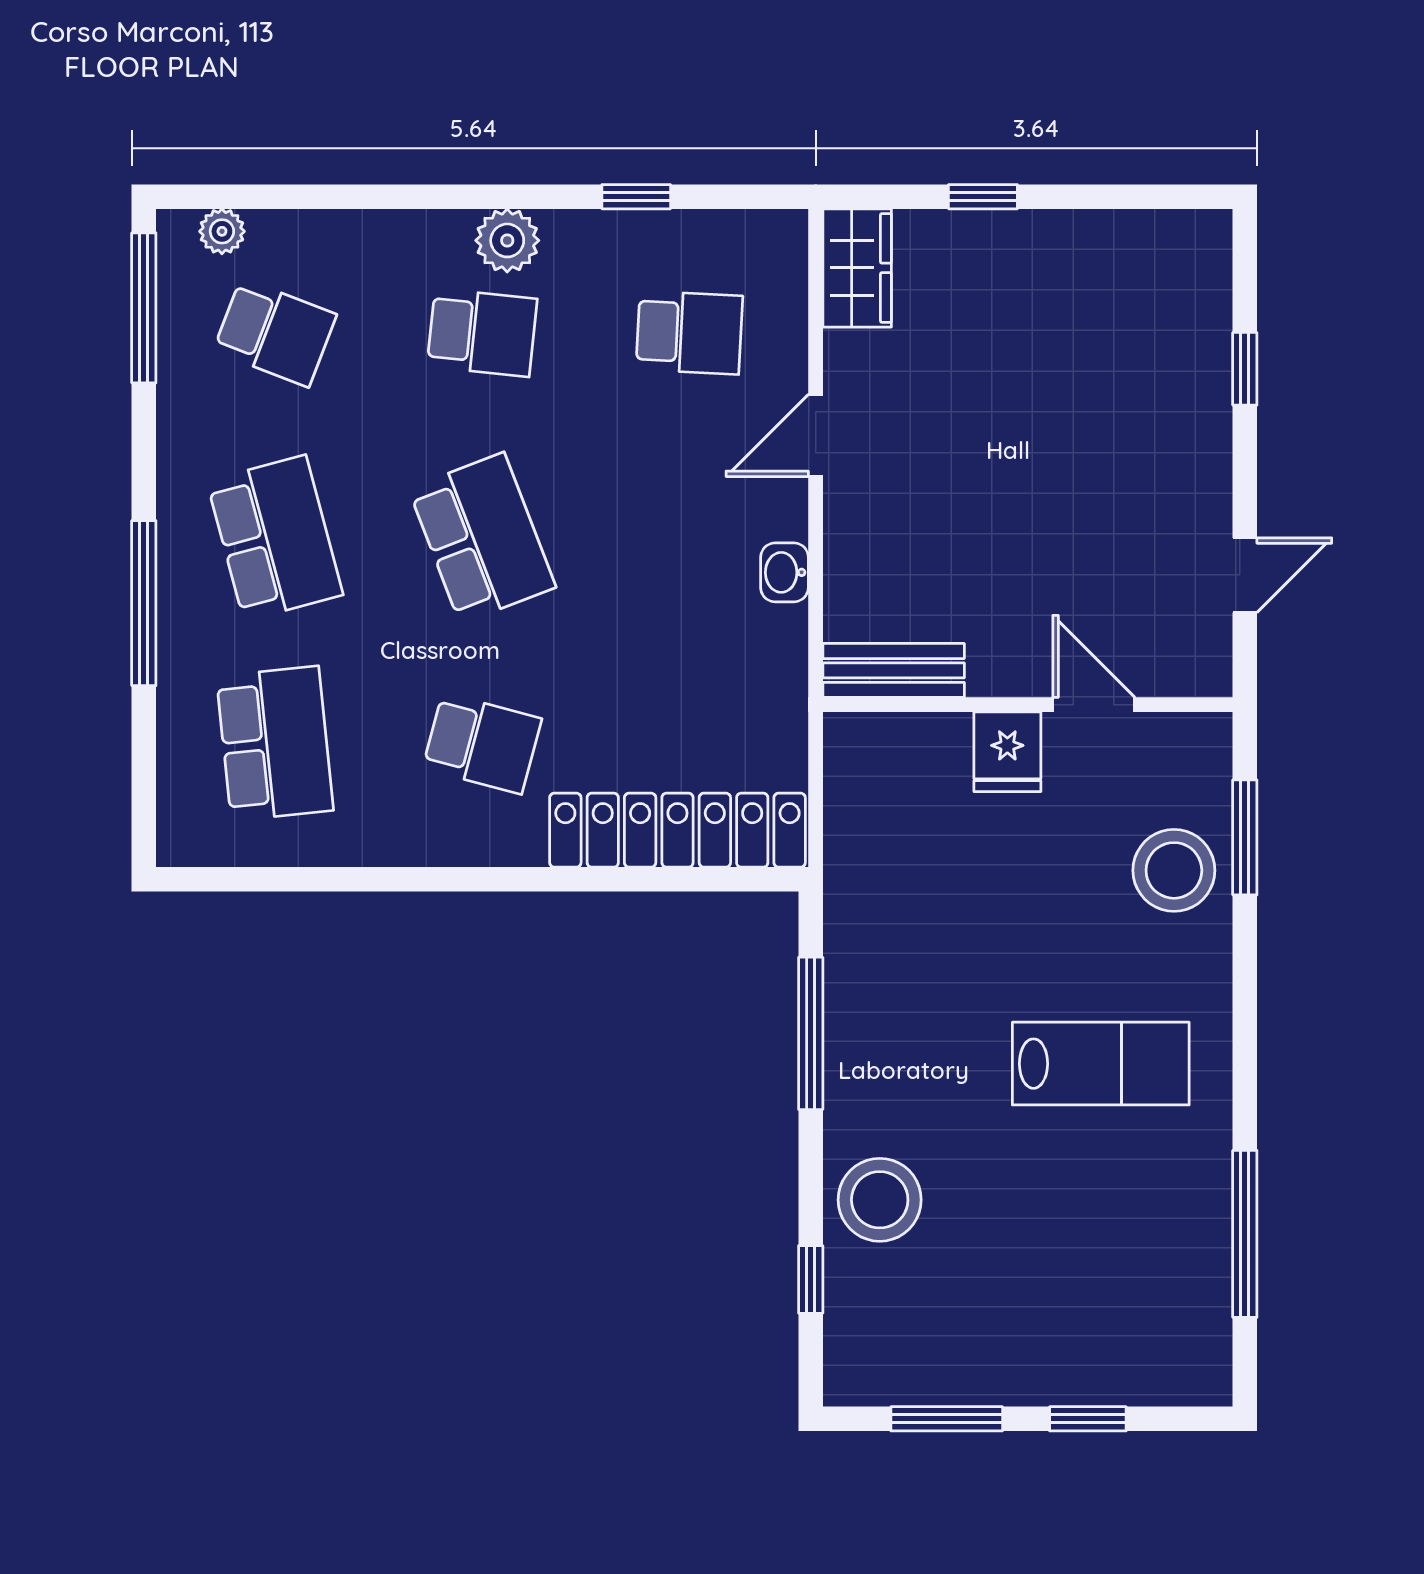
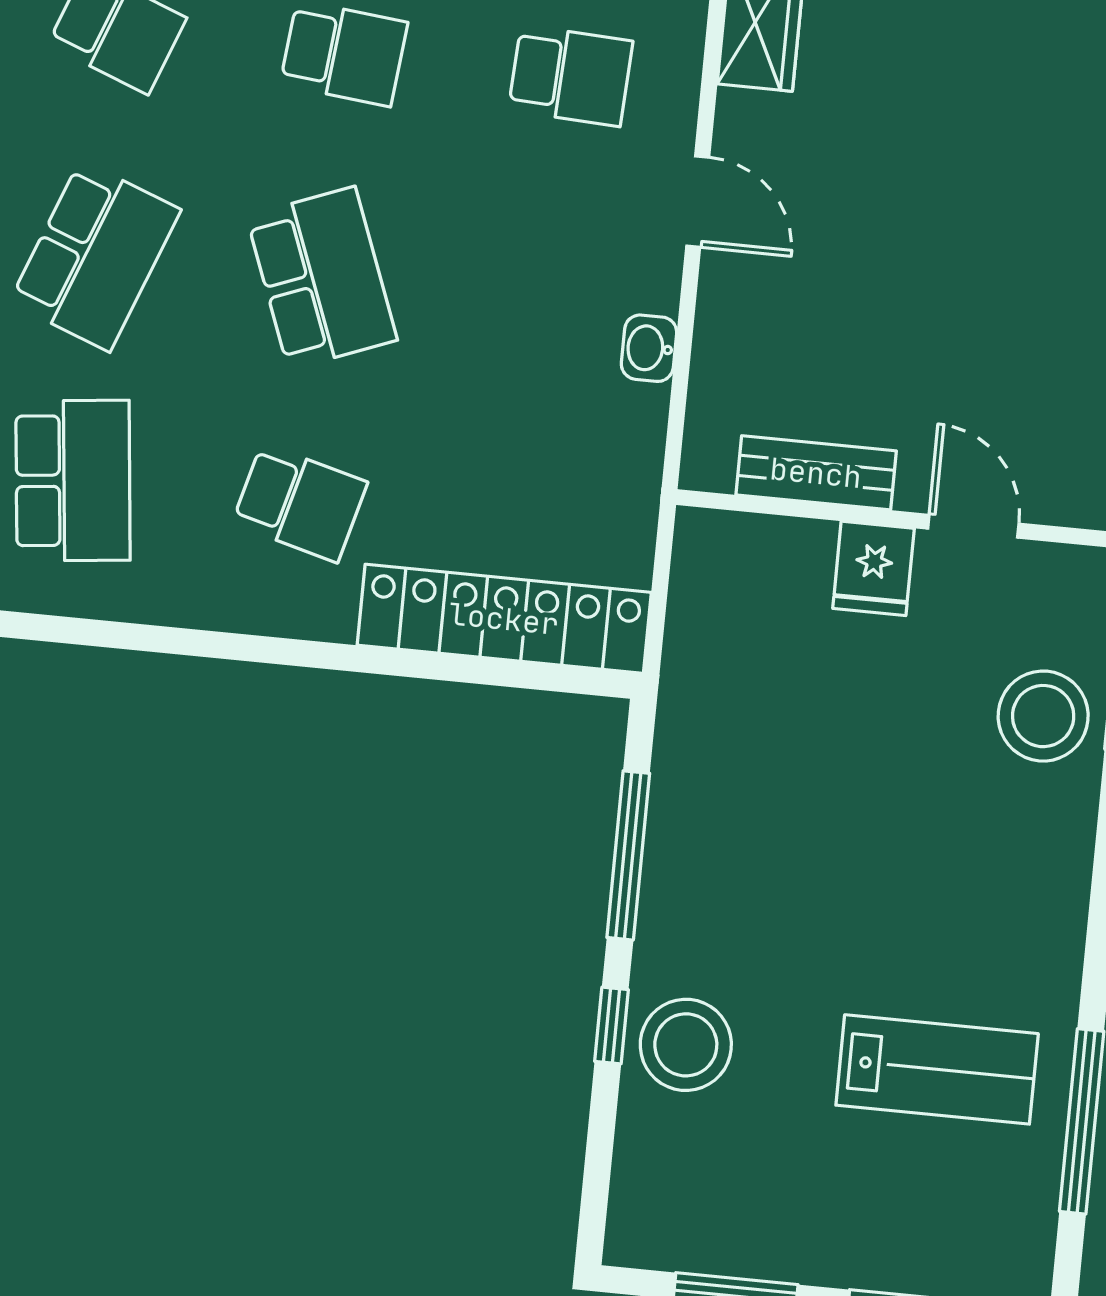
door: (816, 435) -> (698, 202), swing flipped
school desk: (275, 538) -> (95, 256), turned 36
bench: (894, 670) -> (816, 473), moved
lab bench: (1101, 1064) -> (937, 1069), moved
window: (811, 1279) -> (612, 1025), moved

